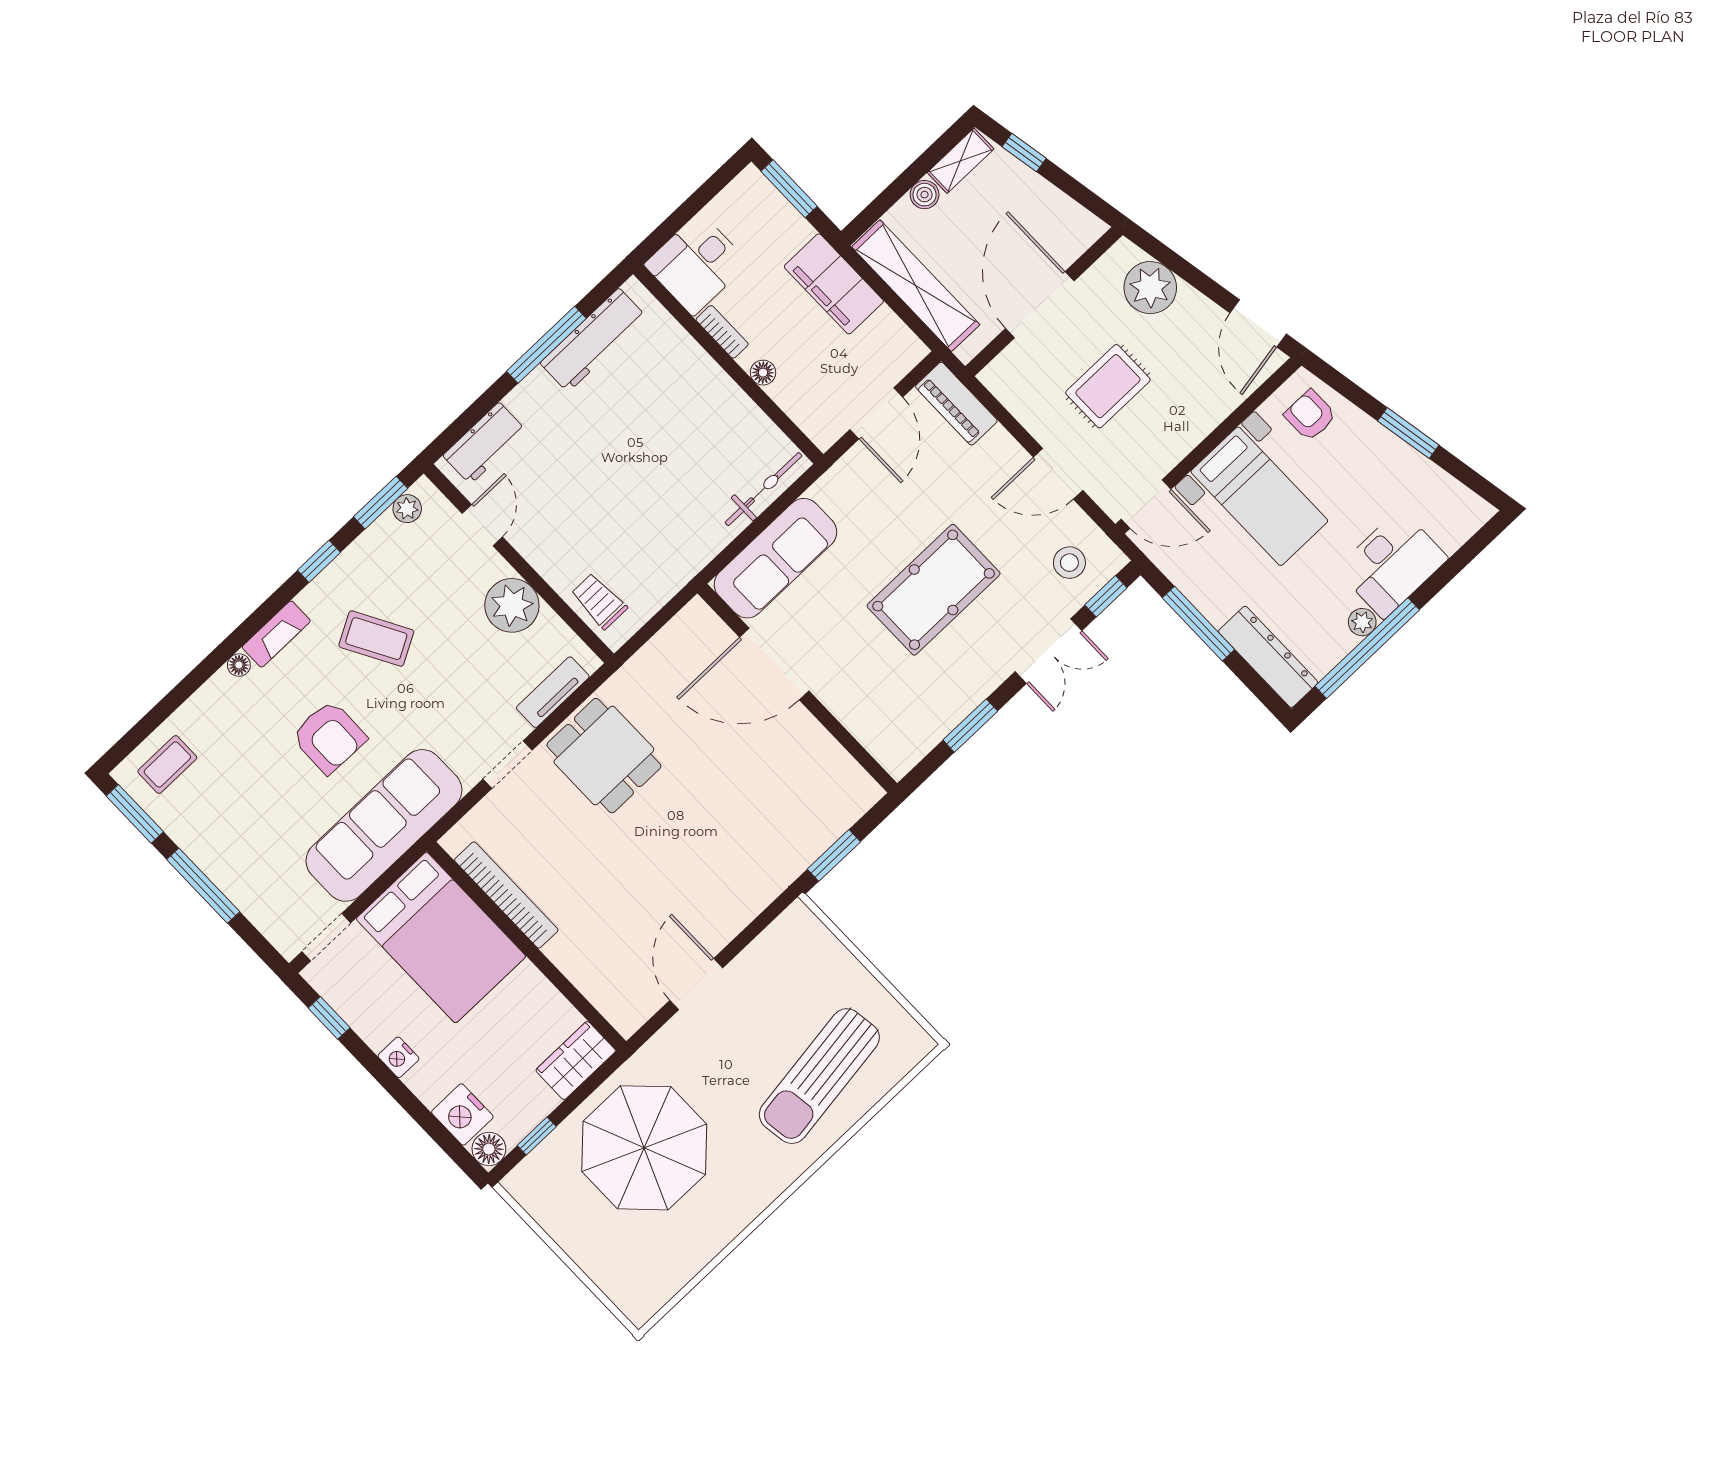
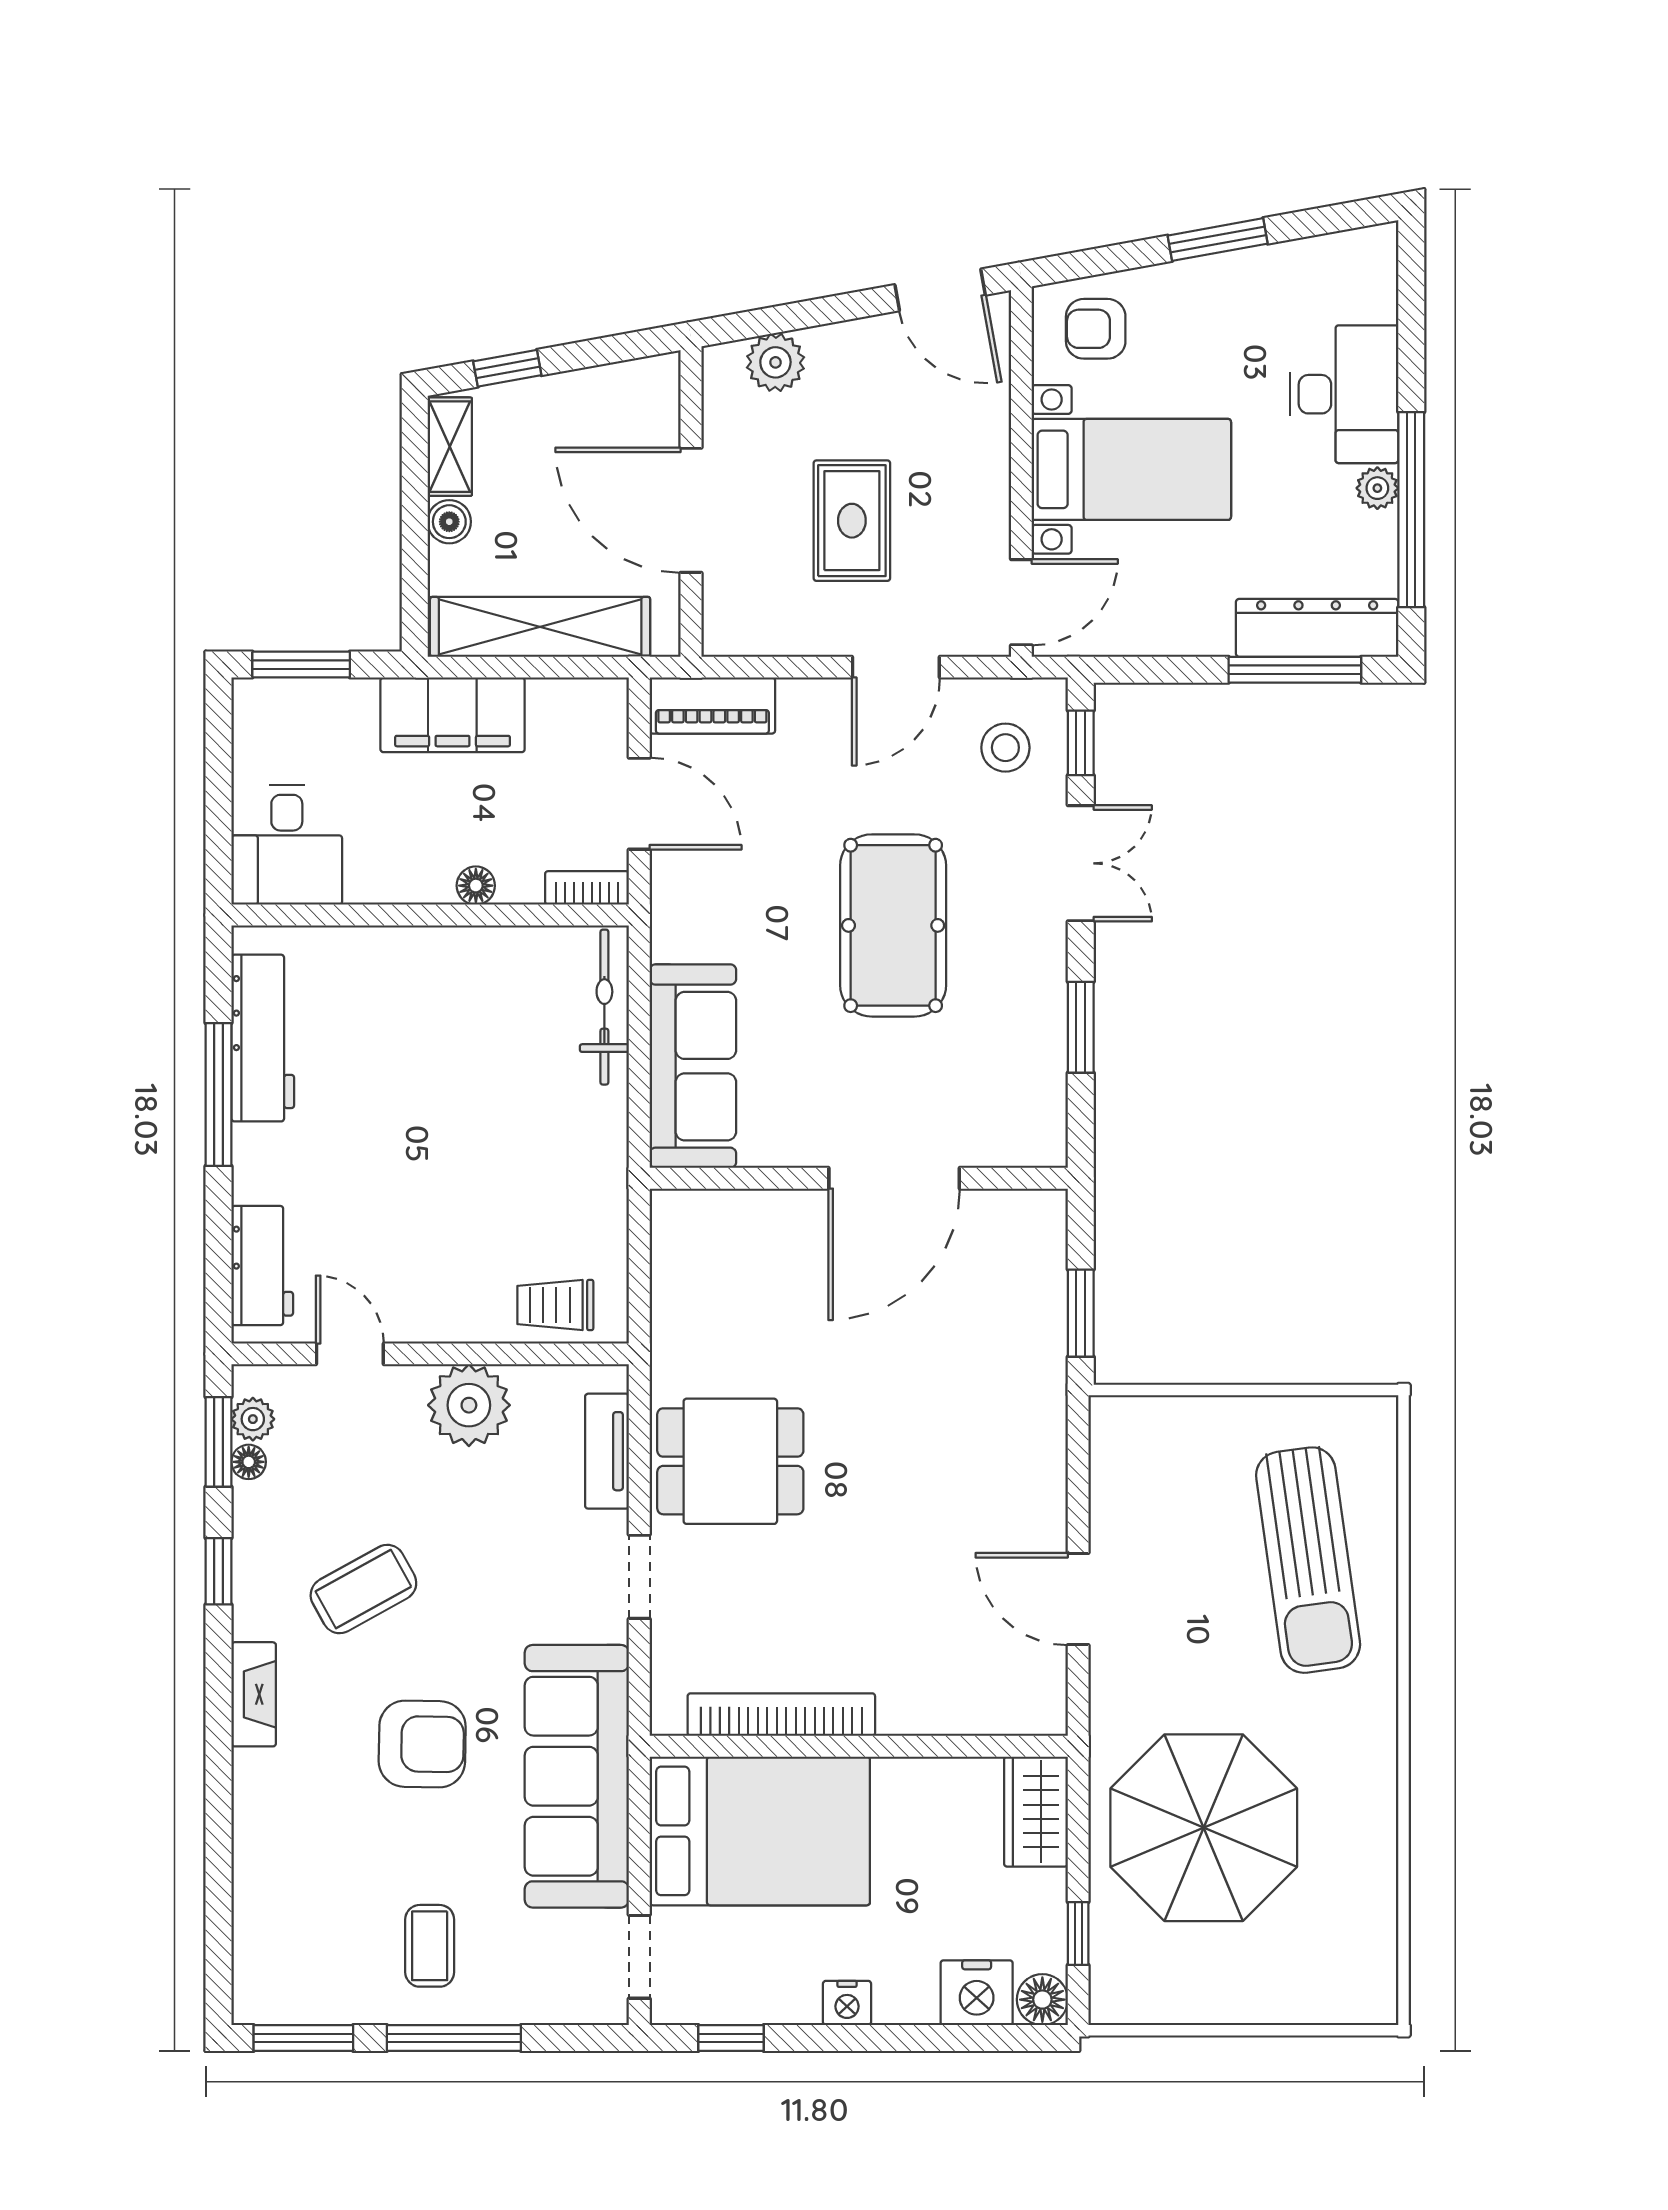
plant: (1150, 288) -> (775, 362), width x0.73, depth x0.73
bookcase: (722, 332) -> (587, 888), moved
window: (1198, 624) -> (1295, 670), moved
door: (774, 664) -> (894, 1178), moved
floor lamp: (239, 665) -> (249, 1462), moved
coffee table: (167, 764) -> (430, 1946), moved

